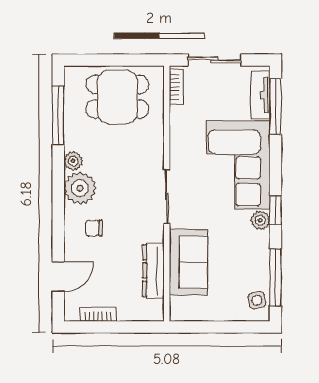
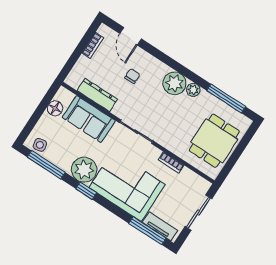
bookcase: (176, 87) -> (171, 163), moved
plant: (260, 220) -> (84, 170), width x1.87, depth x1.87
chair: (94, 228) -> (132, 76), moved
floor lamp: (202, 311) -> (55, 108), added

